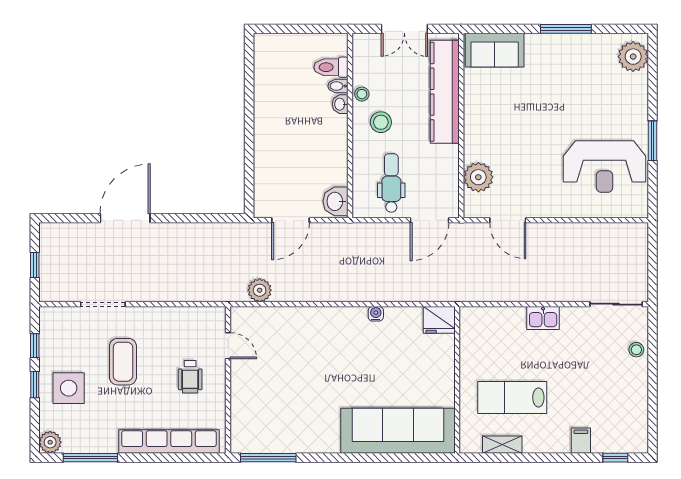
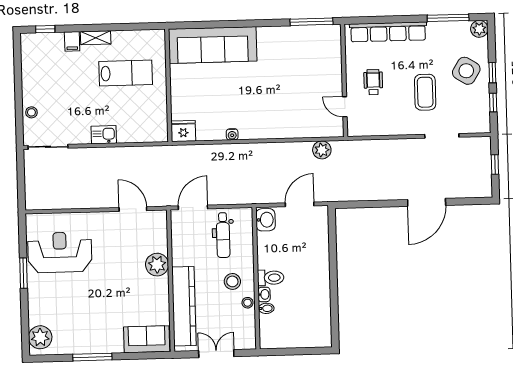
toilet: (331, 67) -> (271, 278), moved
plant: (478, 177) -> (157, 265), moved
side table: (69, 388) -> (466, 71), turned 32
shelving: (502, 445) -> (96, 38), moved

